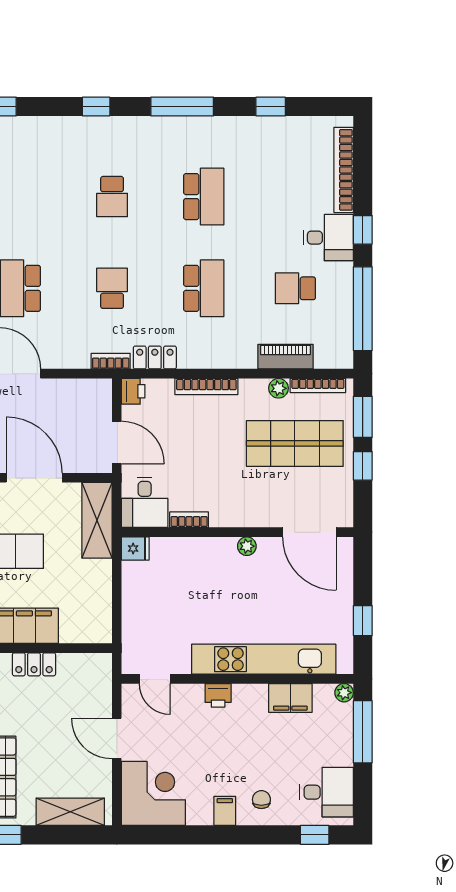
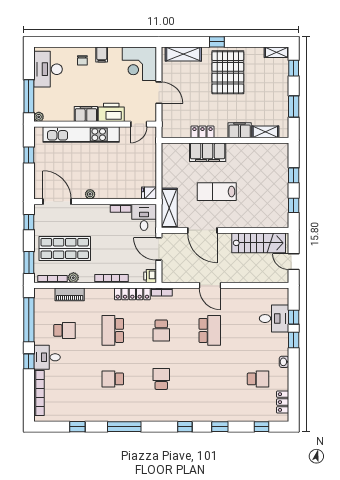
window: (96, 106) -> (185, 427), moved
school desk: (204, 197) -> (113, 379), width x0.54
locker: (155, 358) -> (132, 294), width x1.53
window: (363, 466) -> (29, 222), moved
door: (155, 679) -> (139, 124), swing flipped
printer: (218, 695) -> (111, 112), width x1.87, depth x1.48
filing cabinet: (290, 698) -> (86, 114), moved
desk: (327, 792) -> (48, 69), width x1.37
window: (315, 835) -> (54, 42), removed

